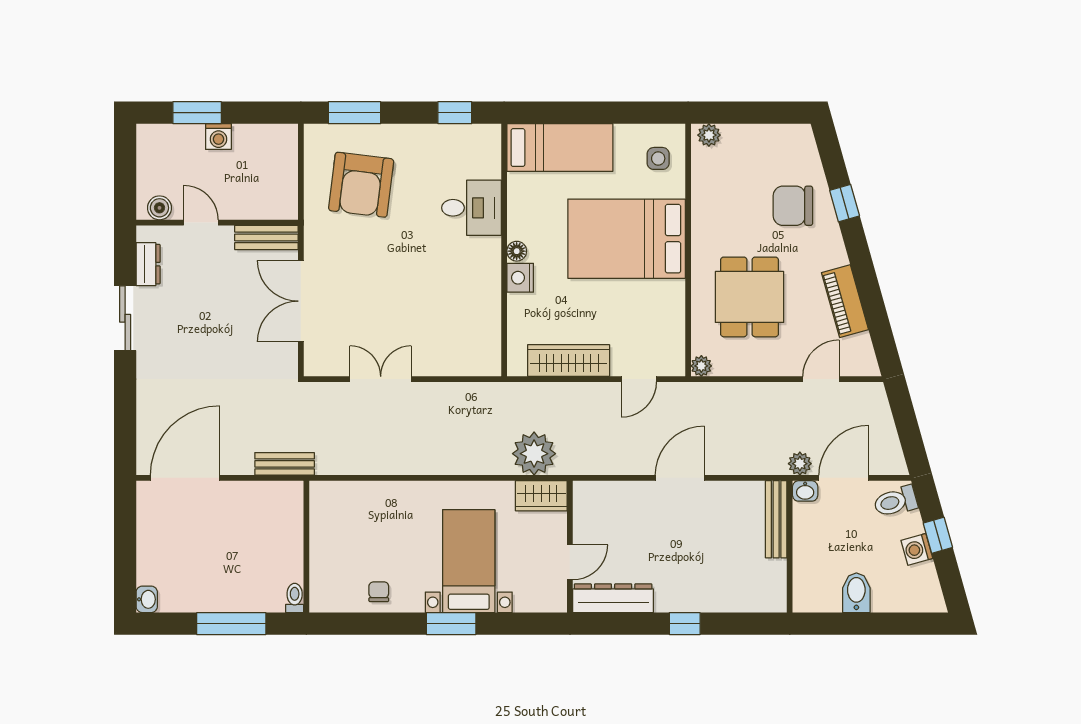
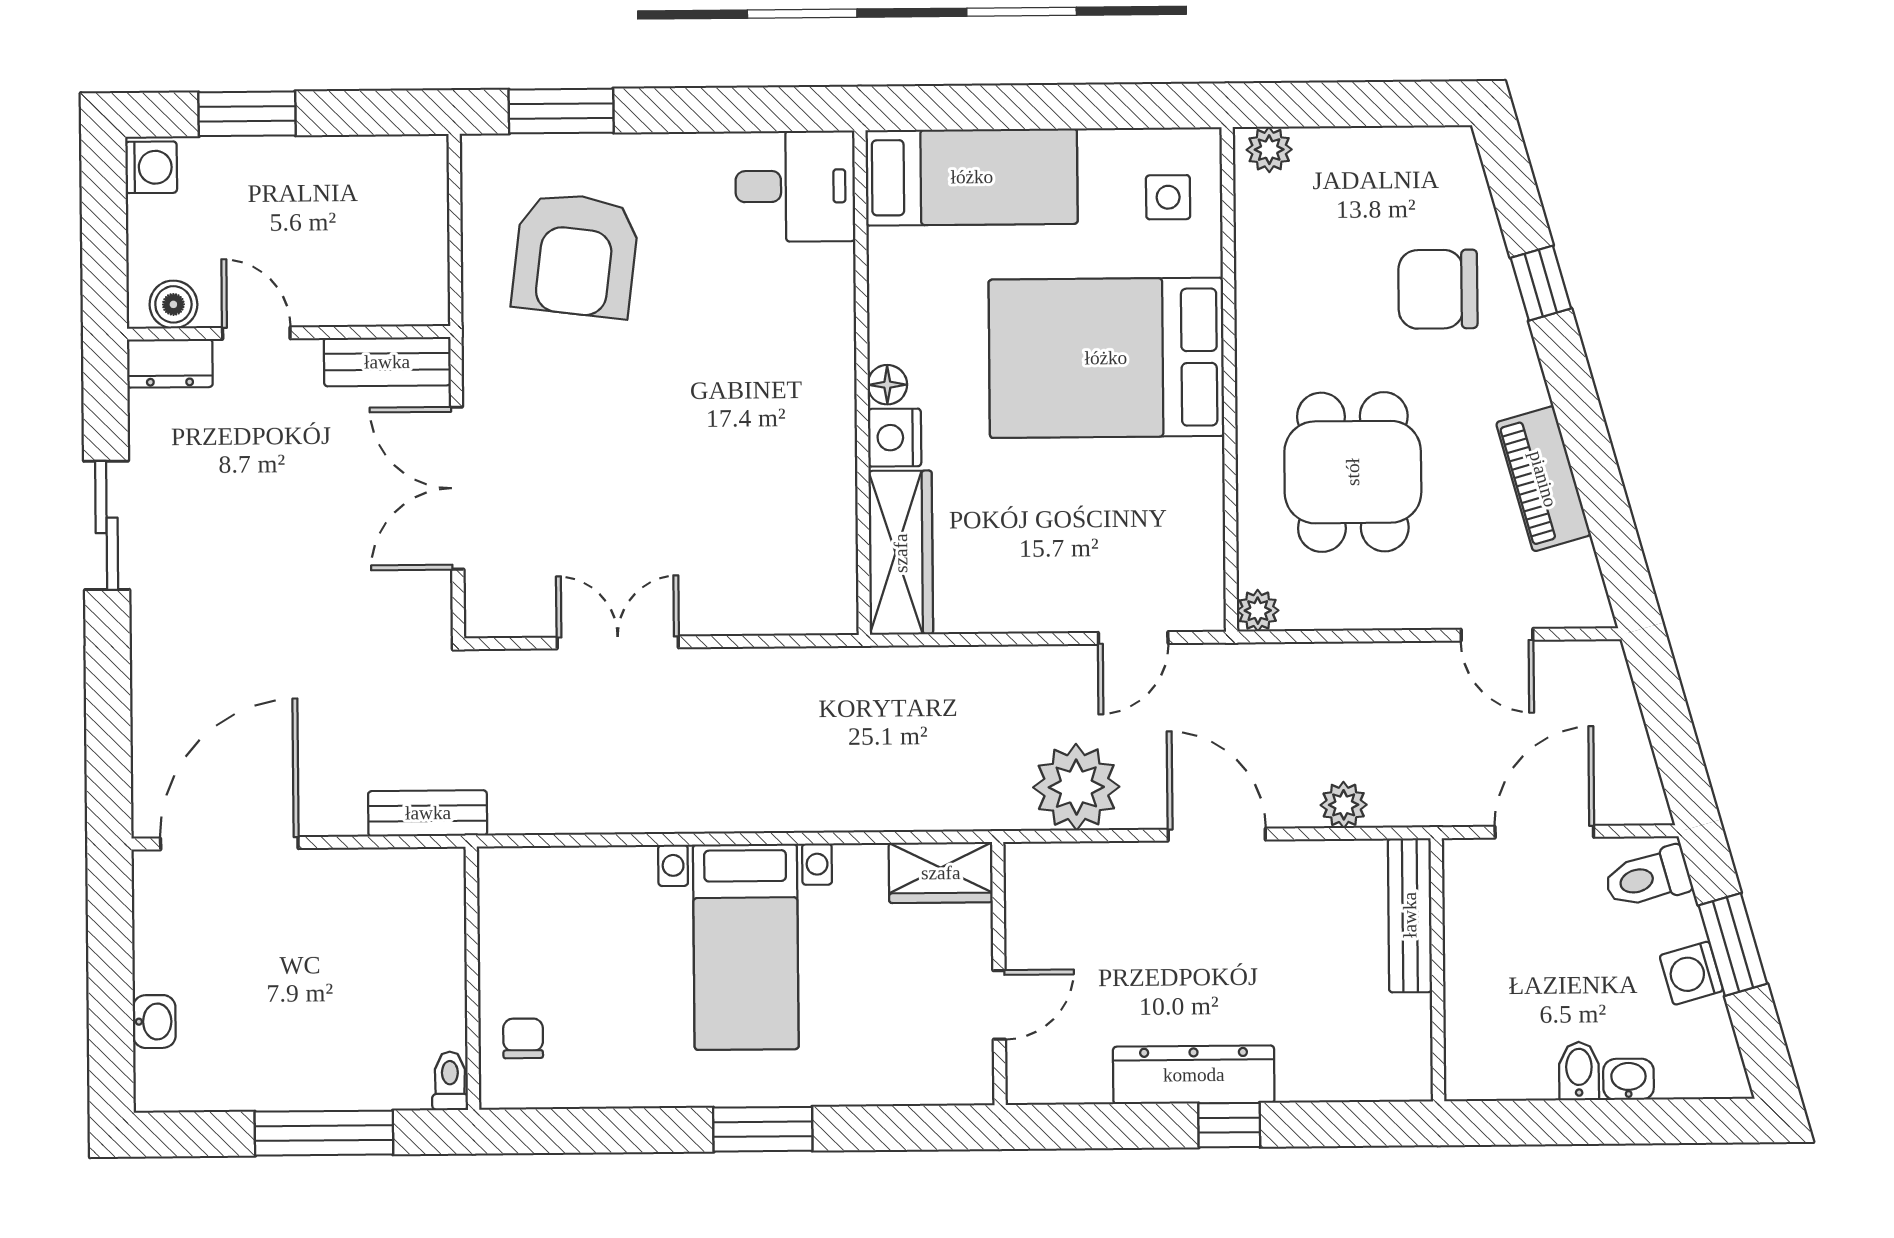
window: (455, 113) -> (761, 109), removed
washing machine: (218, 137) -> (151, 167), moved, turned -90
desk: (471, 208) -> (795, 186), moved
dresser: (148, 264) -> (170, 363), moved, turned 90
wardrobe: (569, 361) -> (901, 553), moved, turned 90
door: (821, 379) -> (1497, 635), swing flipped
plant: (534, 454) -> (1076, 787), moved
plant: (800, 464) -> (1344, 805), moved
door: (680, 478) -> (1217, 835), hinge flipped
washbasin: (805, 491) -> (1629, 1079), moved, turned 180
window: (938, 535) -> (1733, 944), width x1.50
bed with nightstands: (469, 561) -> (746, 947), moved, turned 180
chair: (379, 592) -> (523, 1038), moved
bidet: (856, 593) -> (1579, 1071), width x0.72, depth x0.74
dresser: (613, 598) -> (1194, 1075), moved
washbasin: (147, 599) -> (154, 1022), moved

